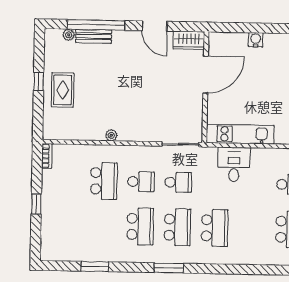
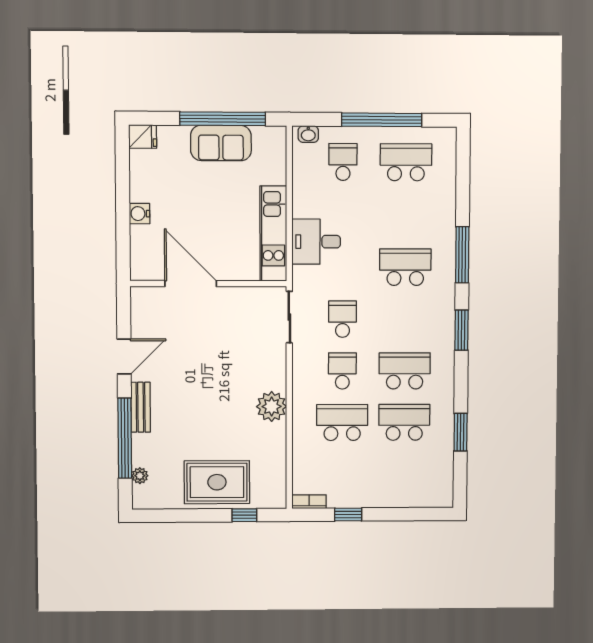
bench: (94, 36) -> (141, 407), moved
wardrobe: (189, 40) -> (143, 308), removed
window: (39, 81) -> (244, 515), moved
rug: (63, 90) -> (217, 482), width x1.36, depth x1.43
plant: (111, 135) -> (272, 406), width x1.87, depth x1.87
window: (36, 204) -> (348, 515), moved
school desk: (177, 227) -> (404, 422), moved
window: (223, 269) -> (462, 255), added

